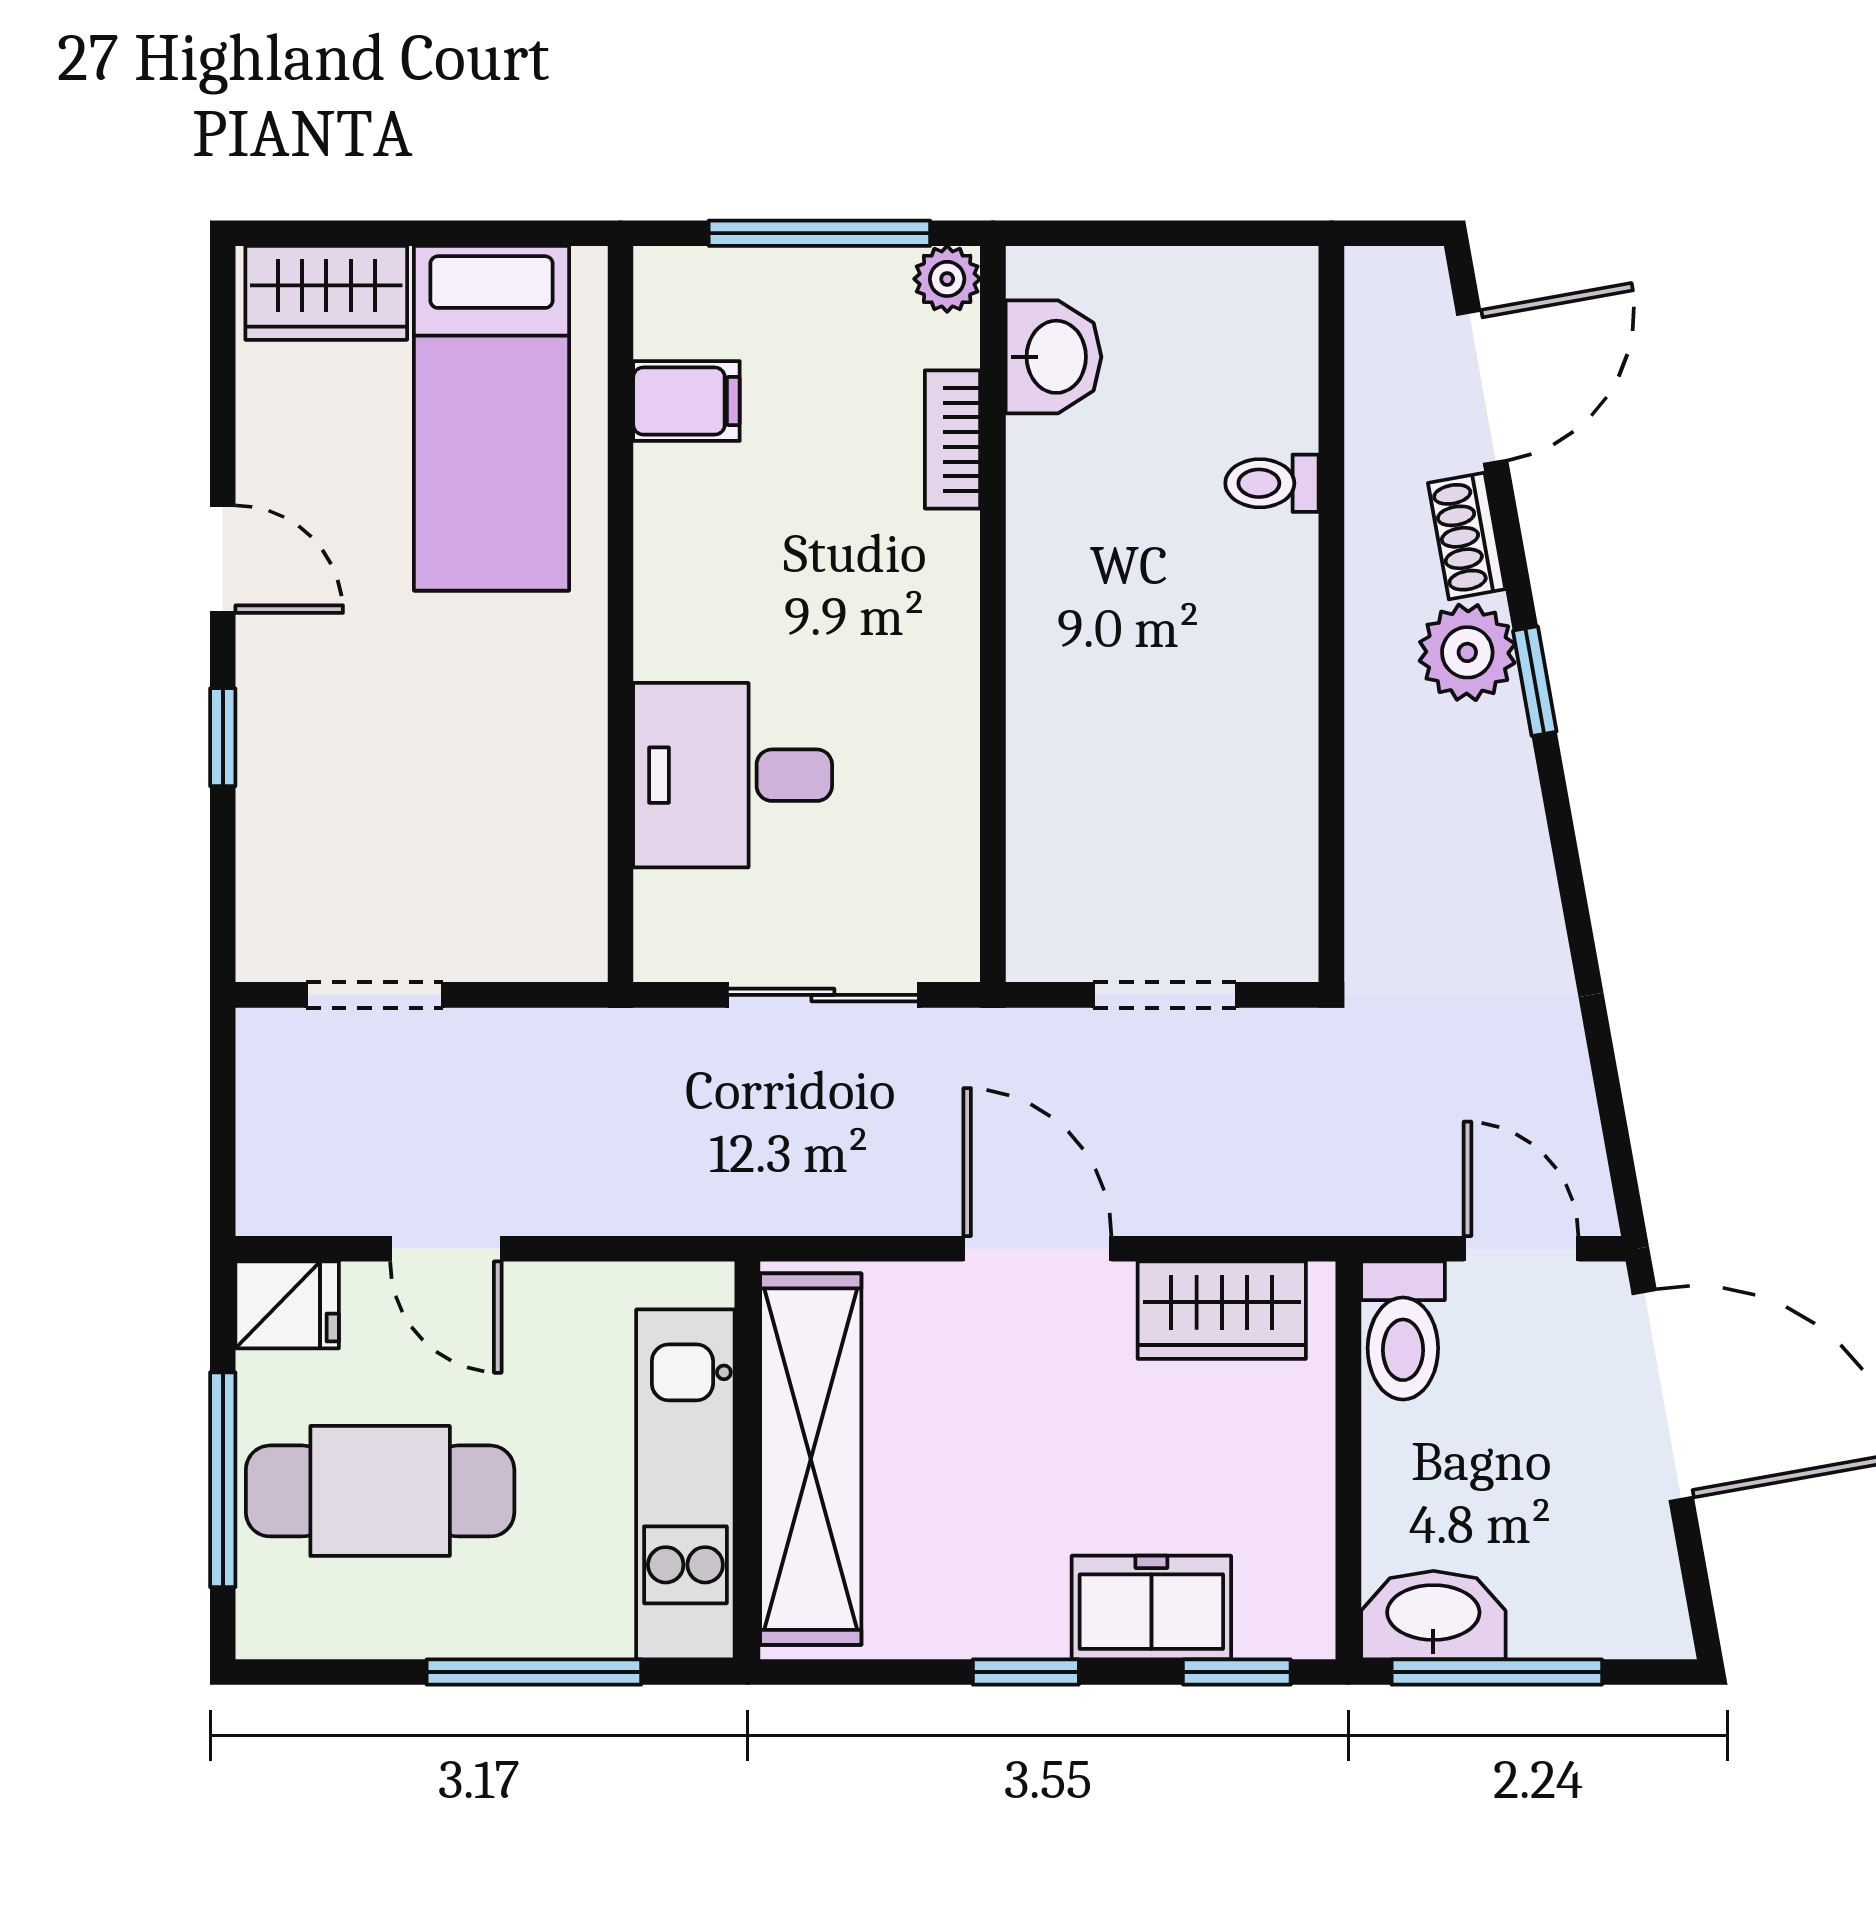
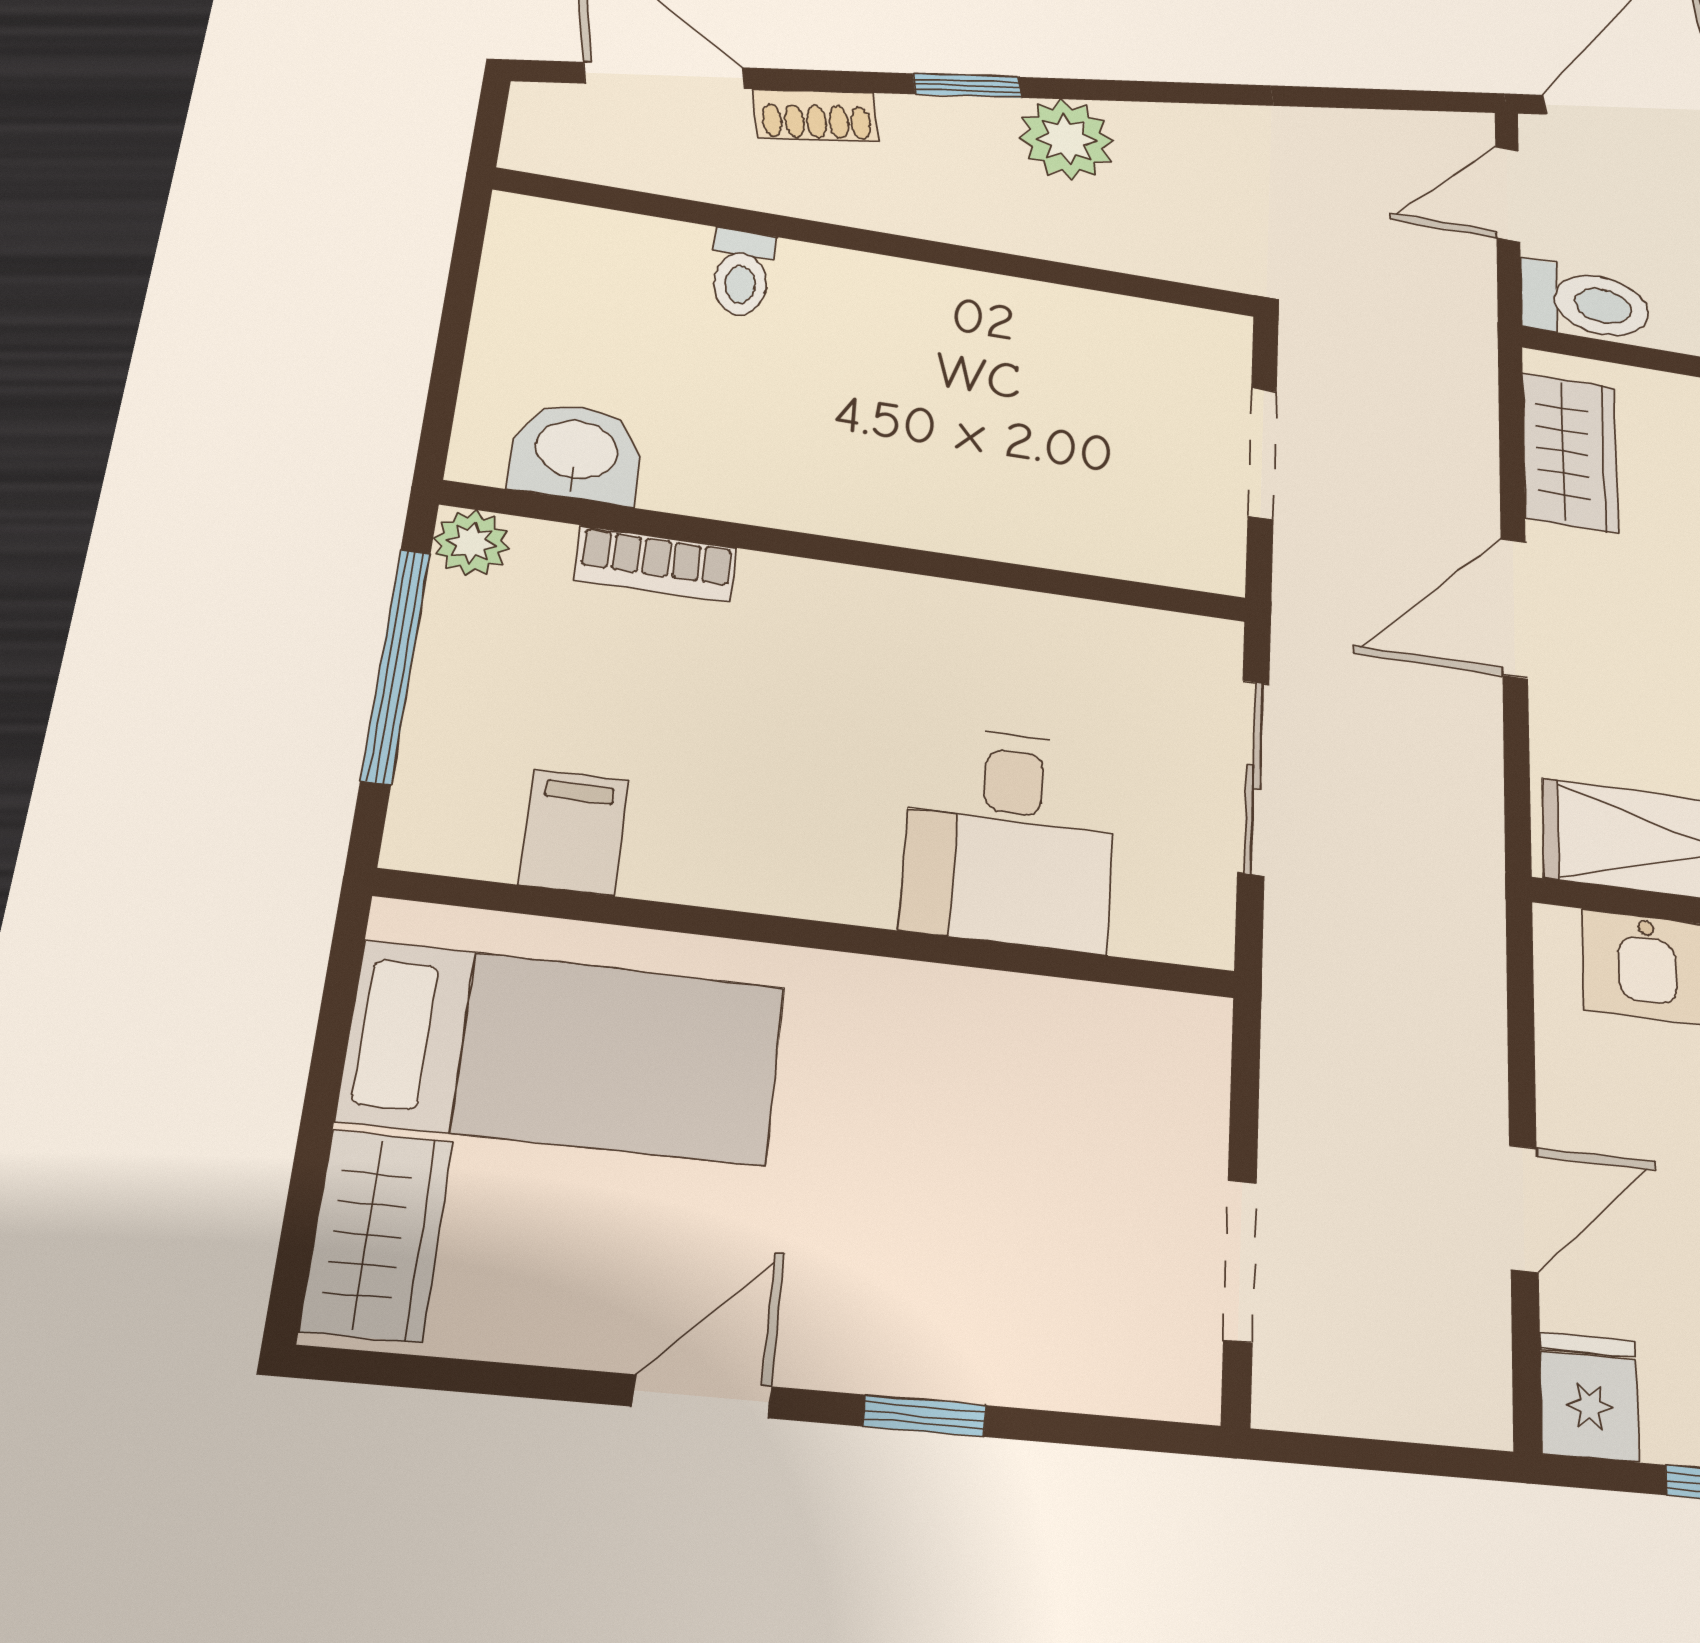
plant: (1467, 652) -> (1066, 139), moved

